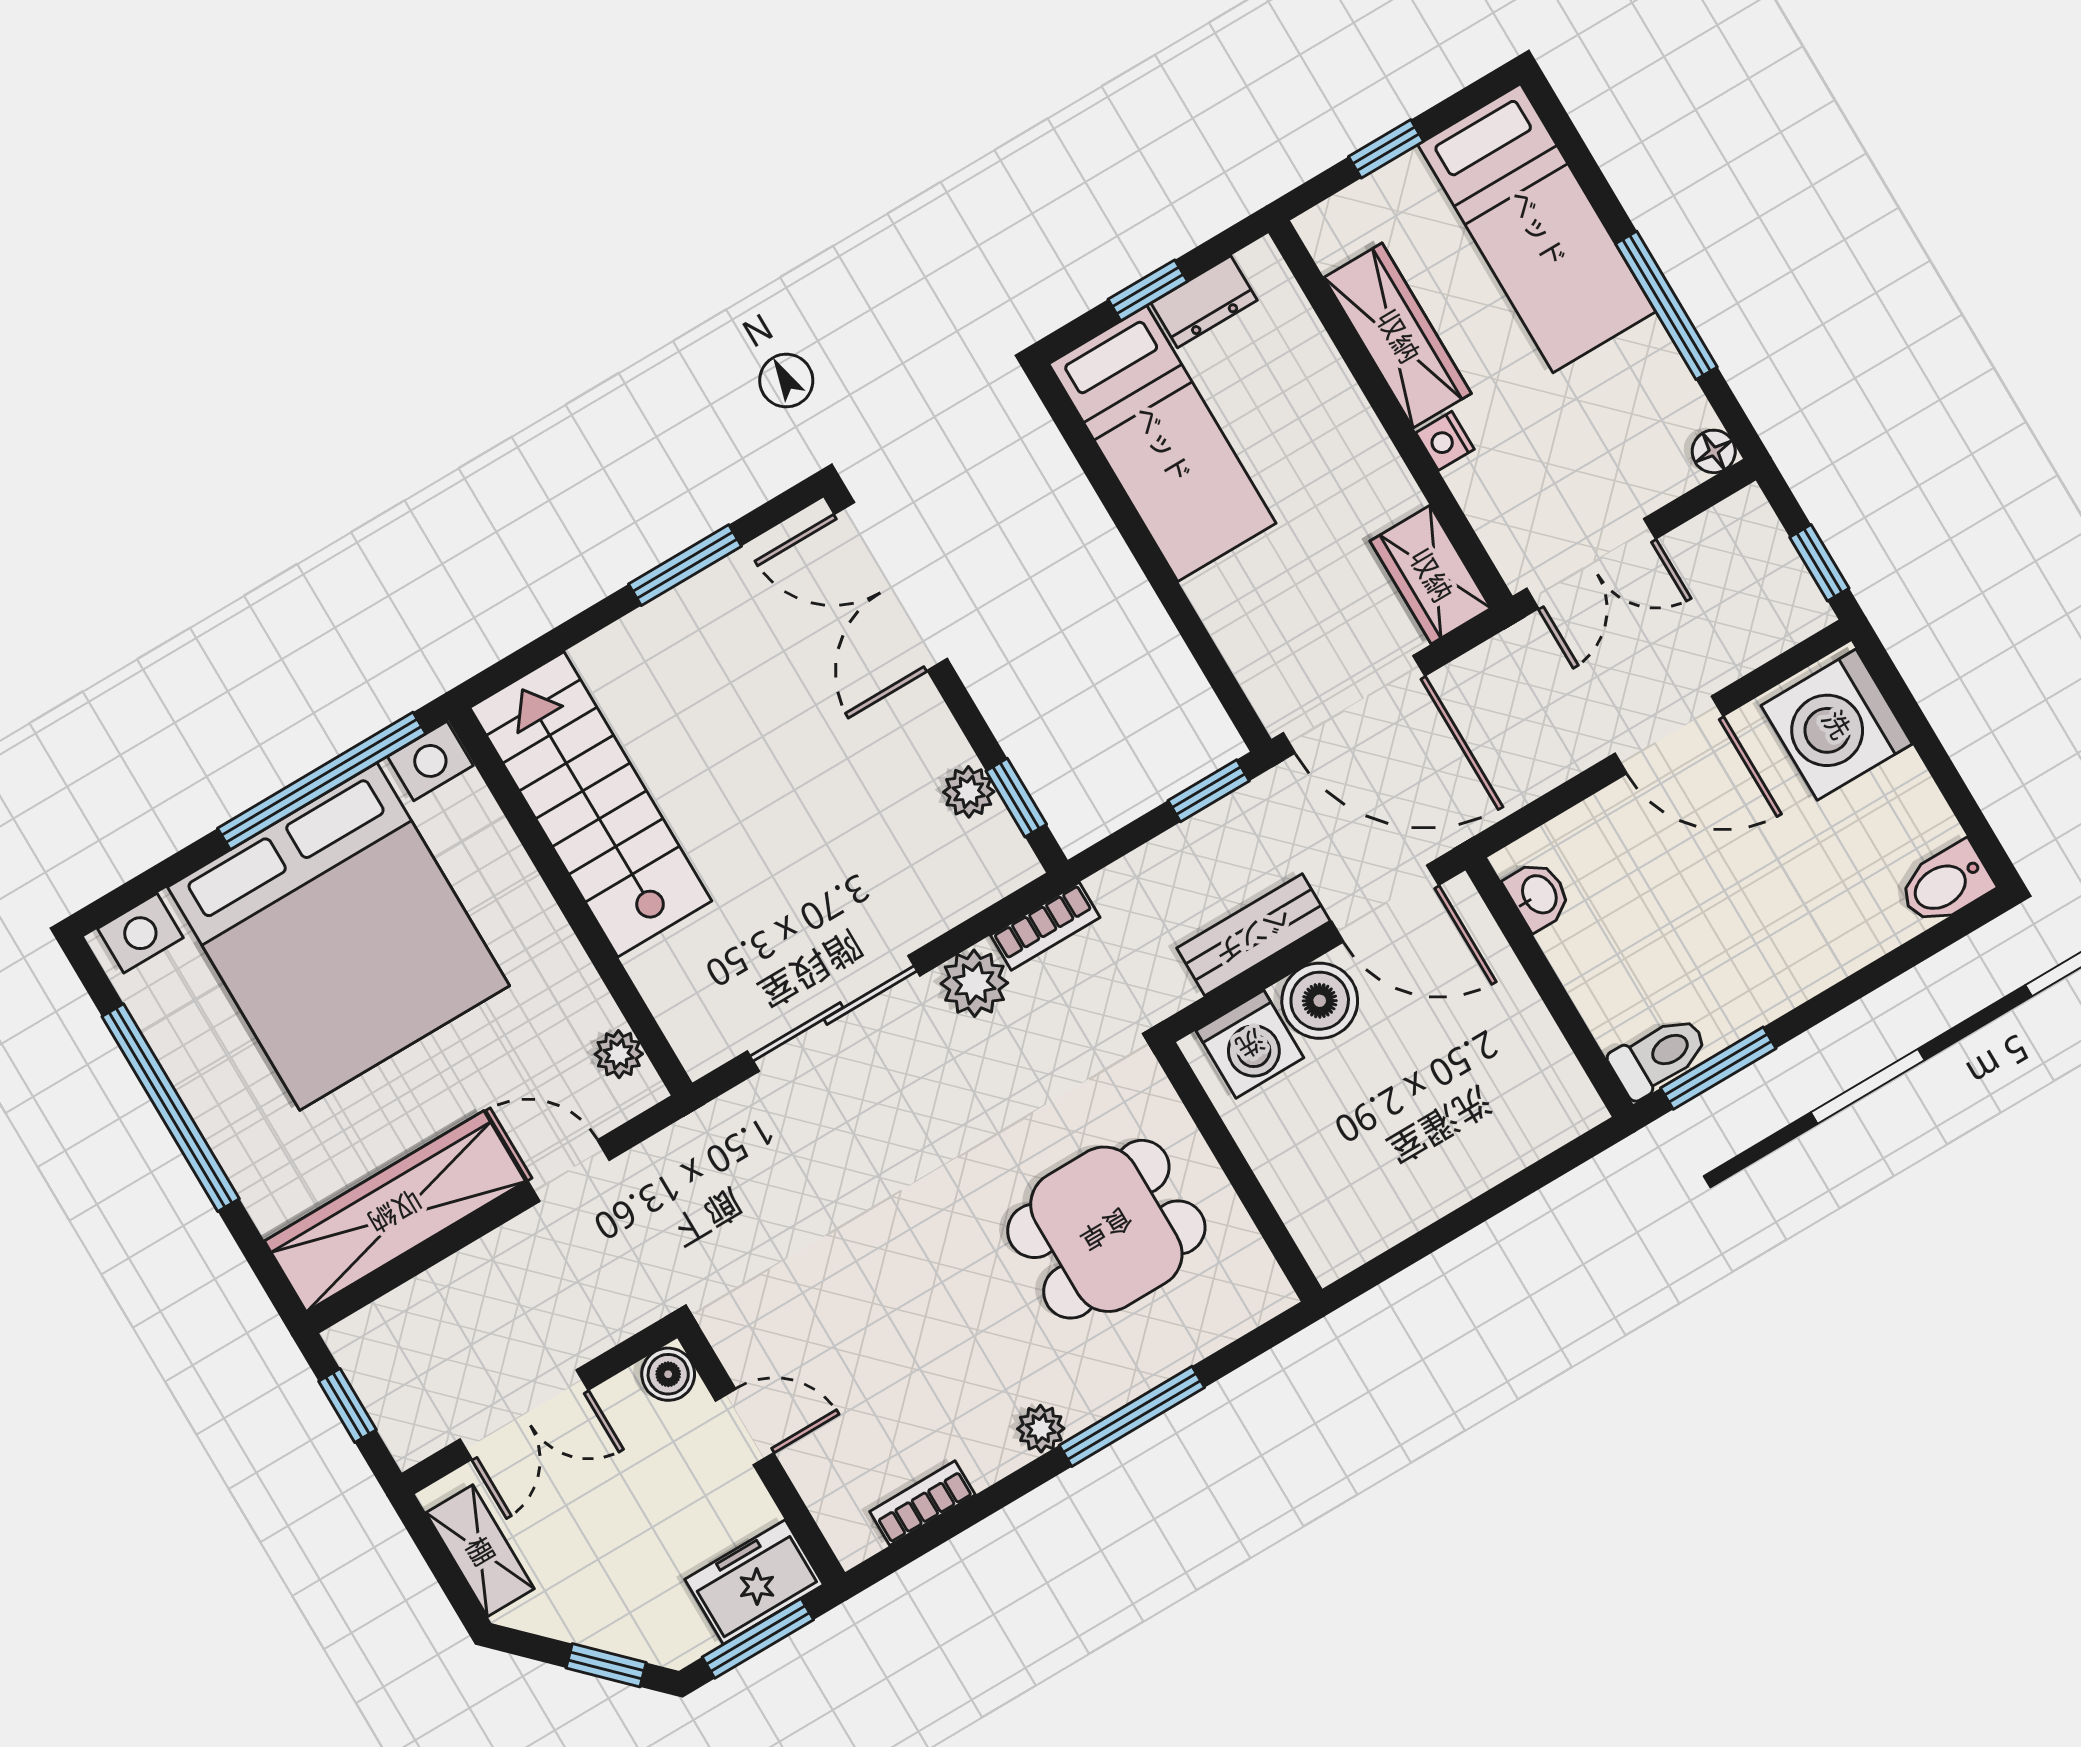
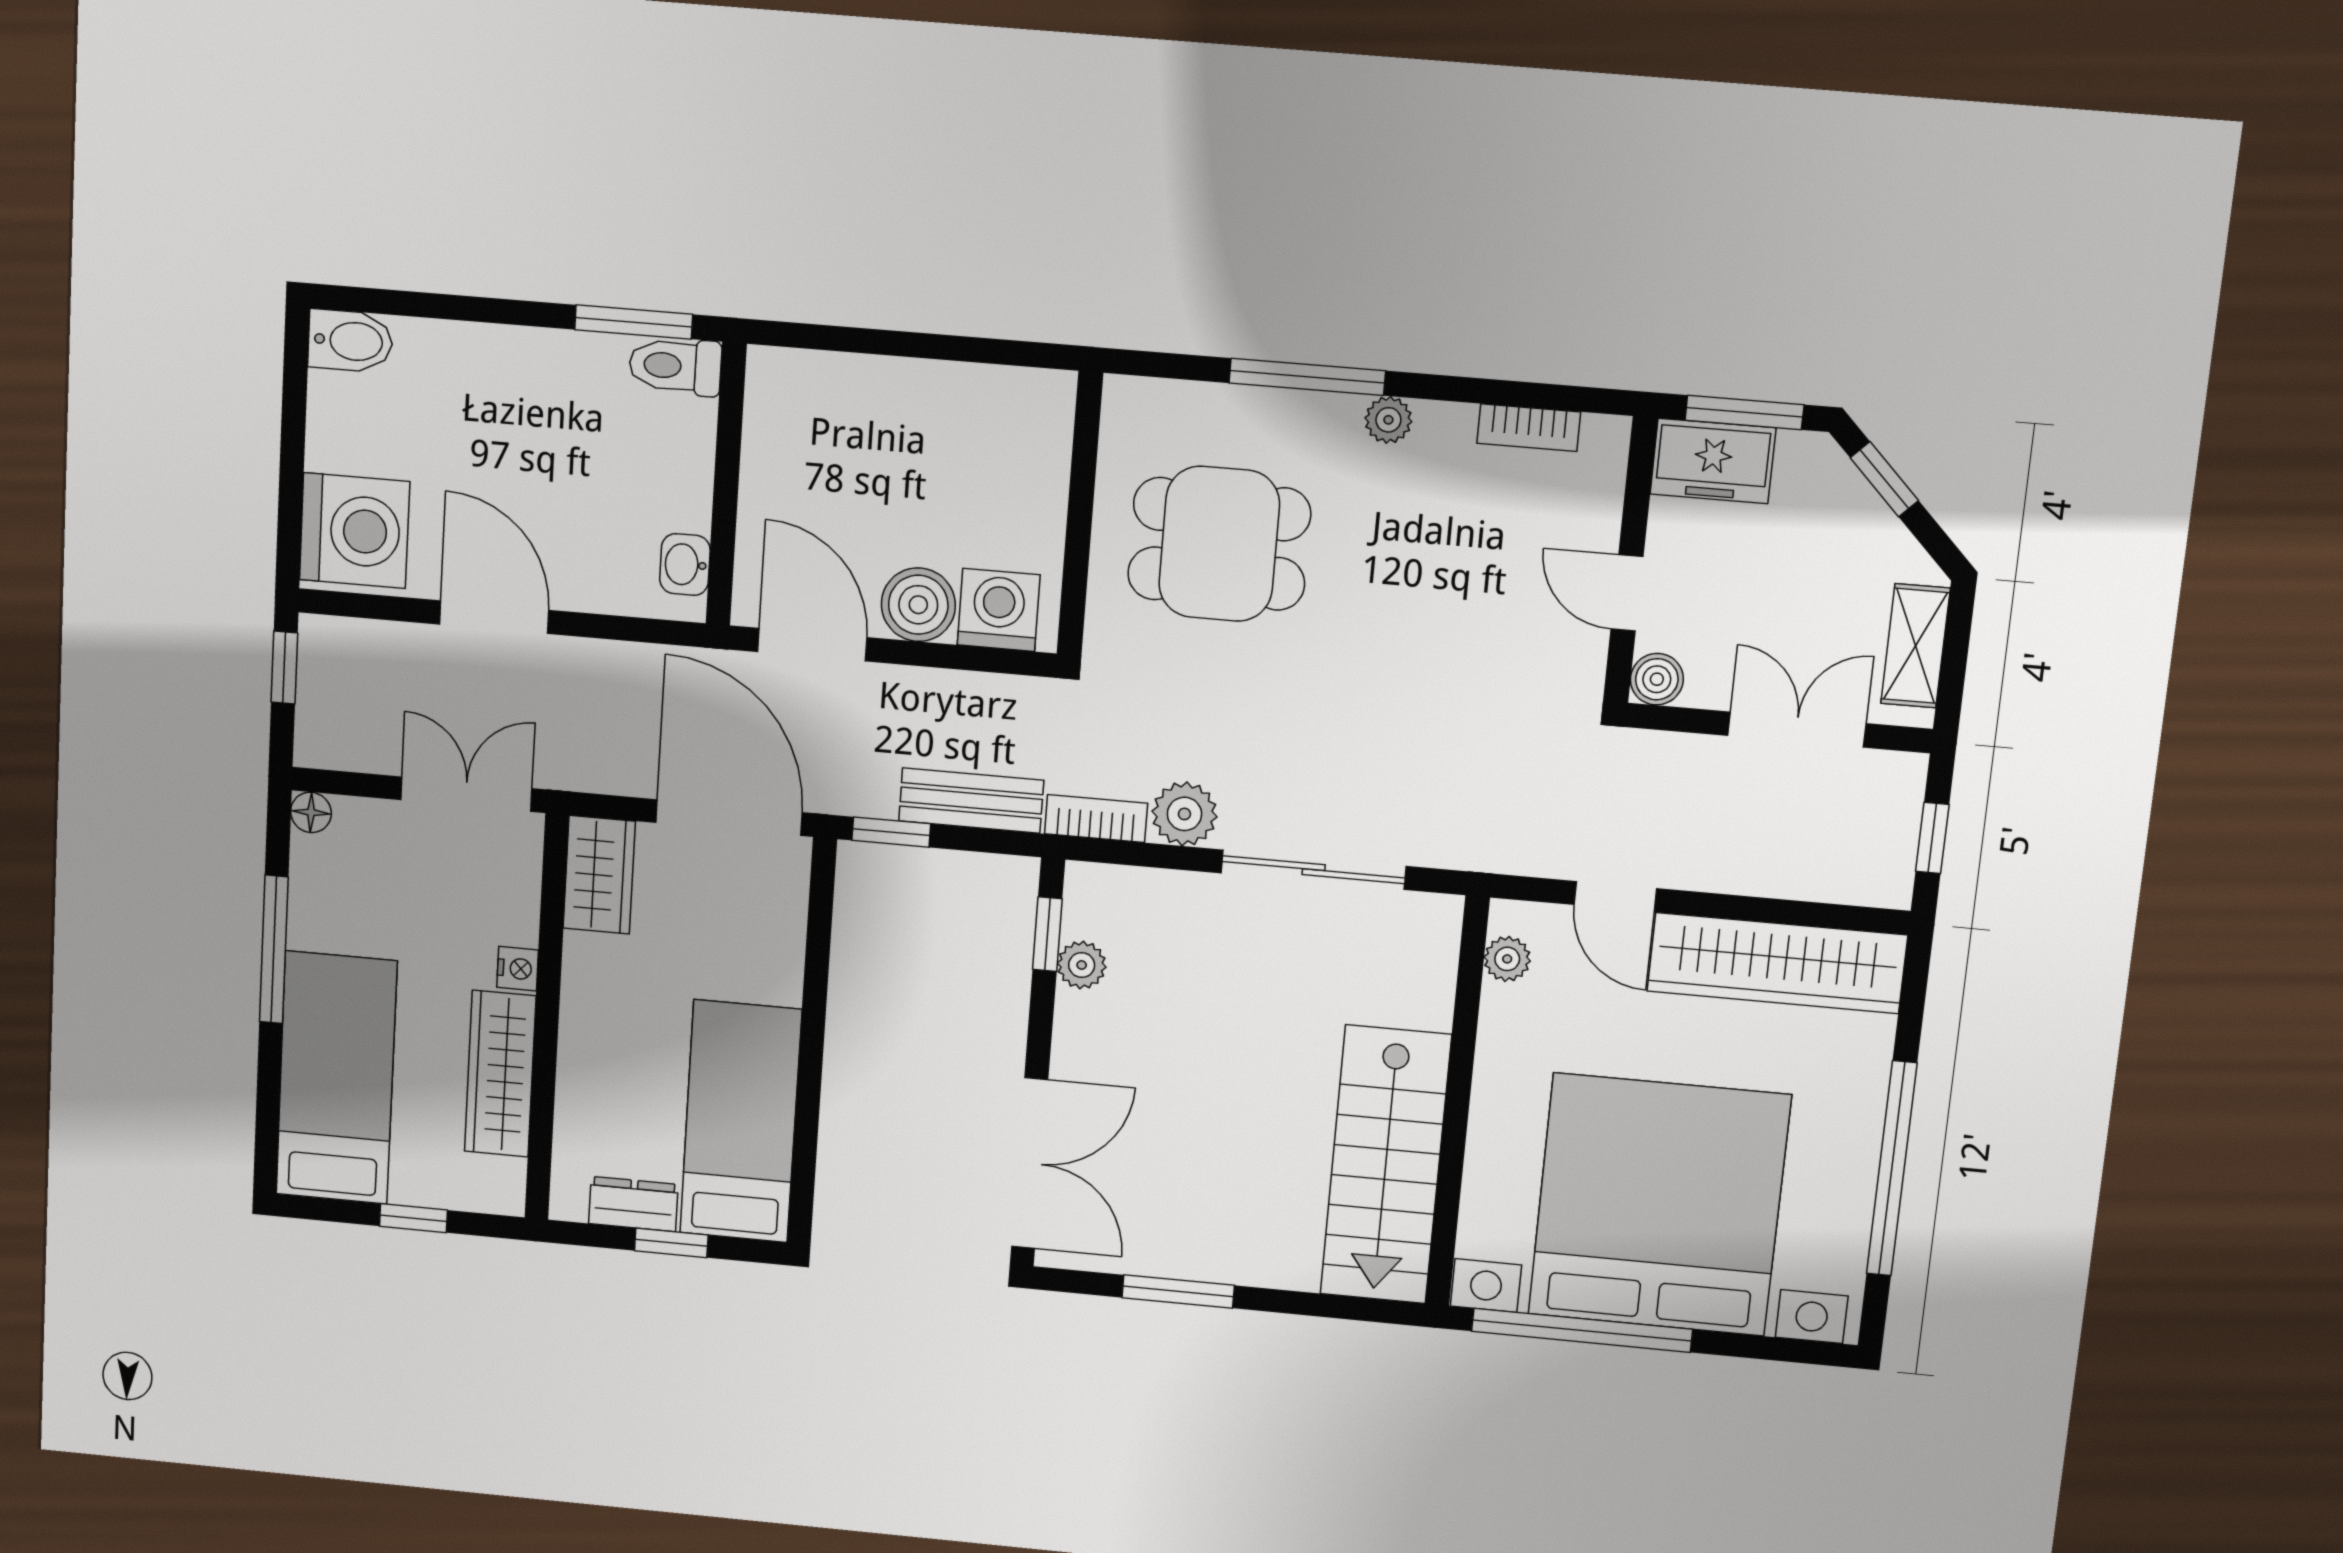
bench: (1253, 935) -> (971, 800), moved

